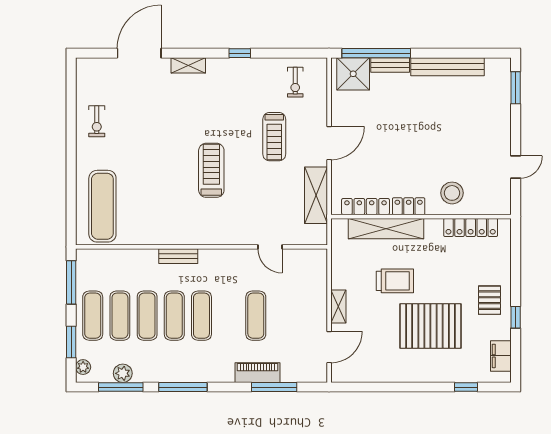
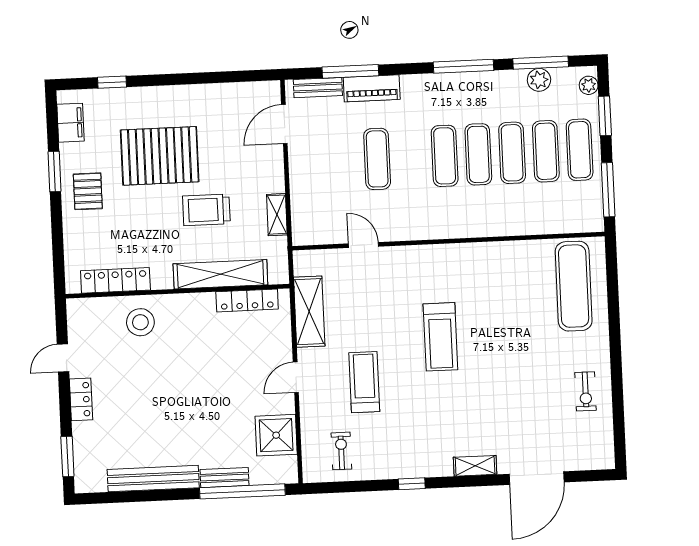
shower: (353, 74) -> (276, 435), moved
exercise bike: (97, 121) -> (586, 391), turned 180
door: (329, 143) -> (296, 377), width x0.73
locker: (409, 206) -> (81, 399), moved, turned -90
bench: (178, 256) -> (318, 88), moved
shelving: (338, 307) -> (277, 215), moved
window: (516, 317) -> (54, 172), width x1.50

